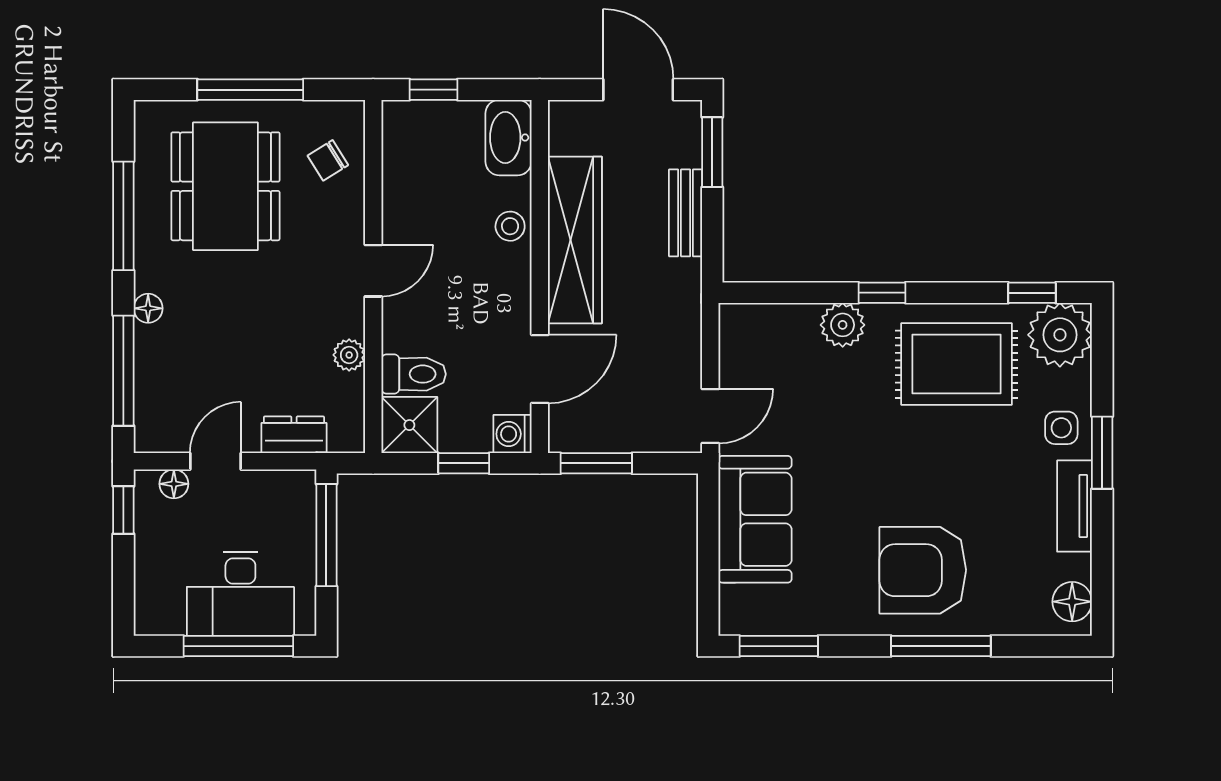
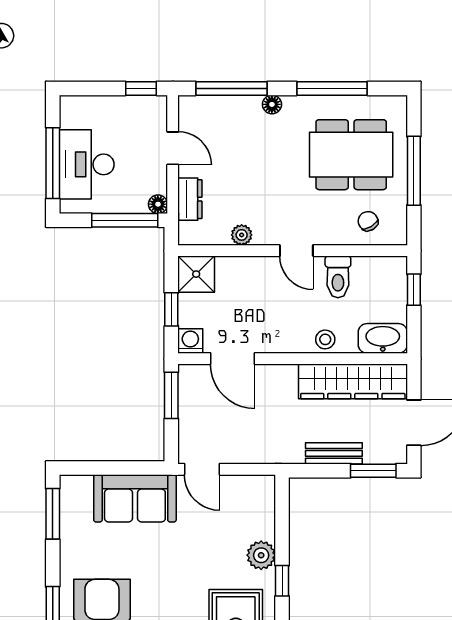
wardrobe: (575, 240) -> (353, 381), moved
toilet: (414, 374) -> (338, 277), moved
floor lamp: (174, 484) -> (158, 204), moved

